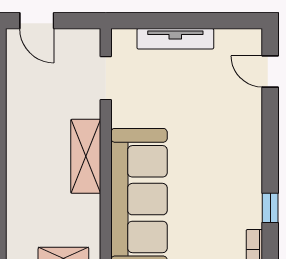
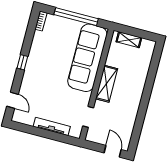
window: (270, 208) -> (22, 62), moved

